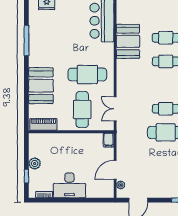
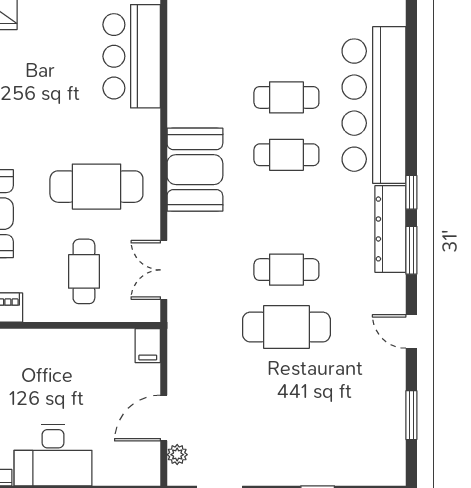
booth: (128, 41) -> (195, 170), moved
cafe table: (82, 110) -> (84, 271), width x0.73, depth x0.74

